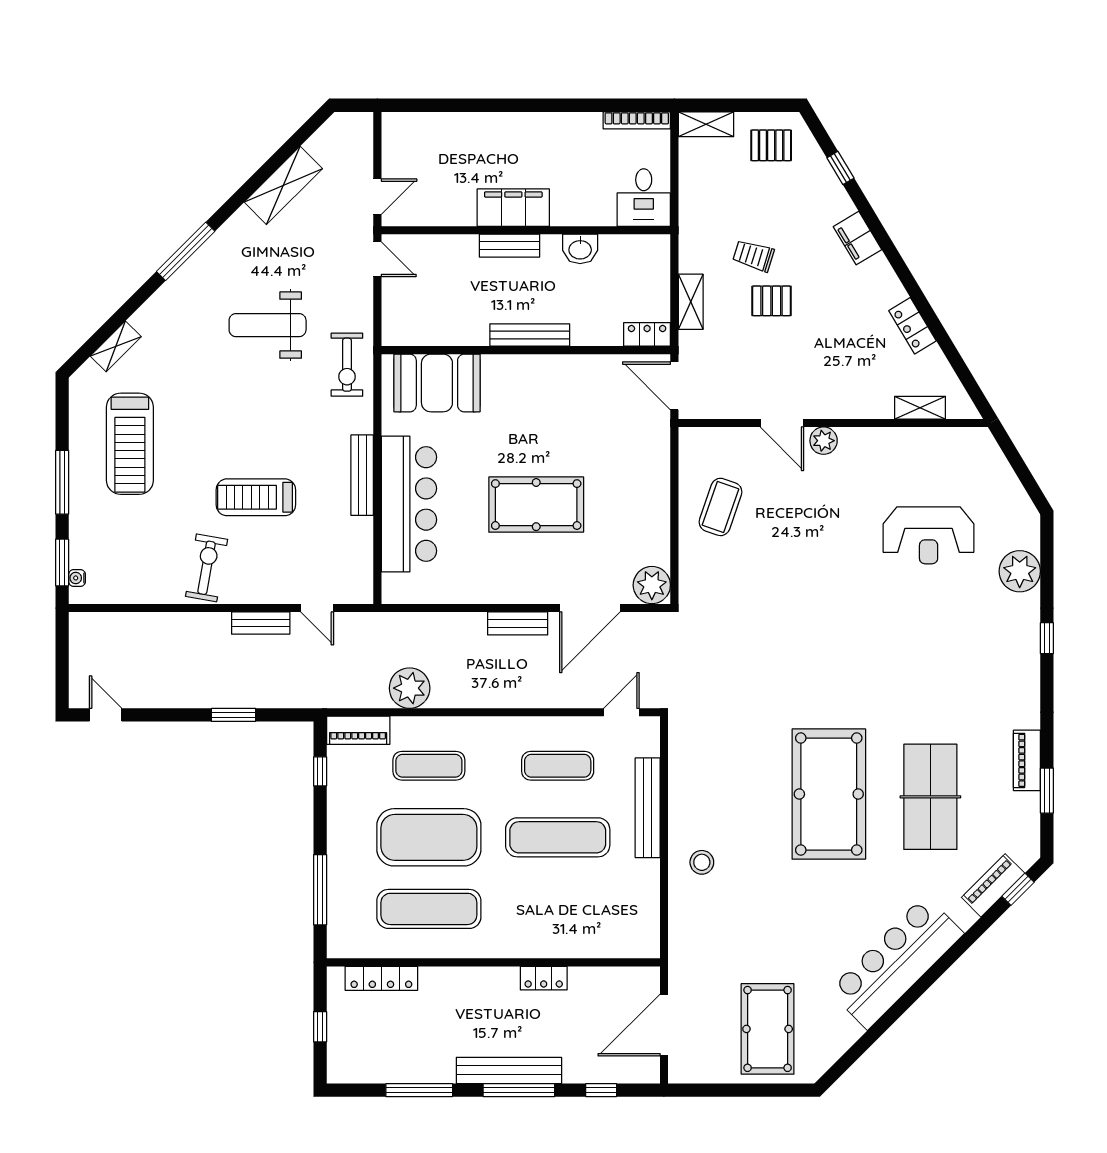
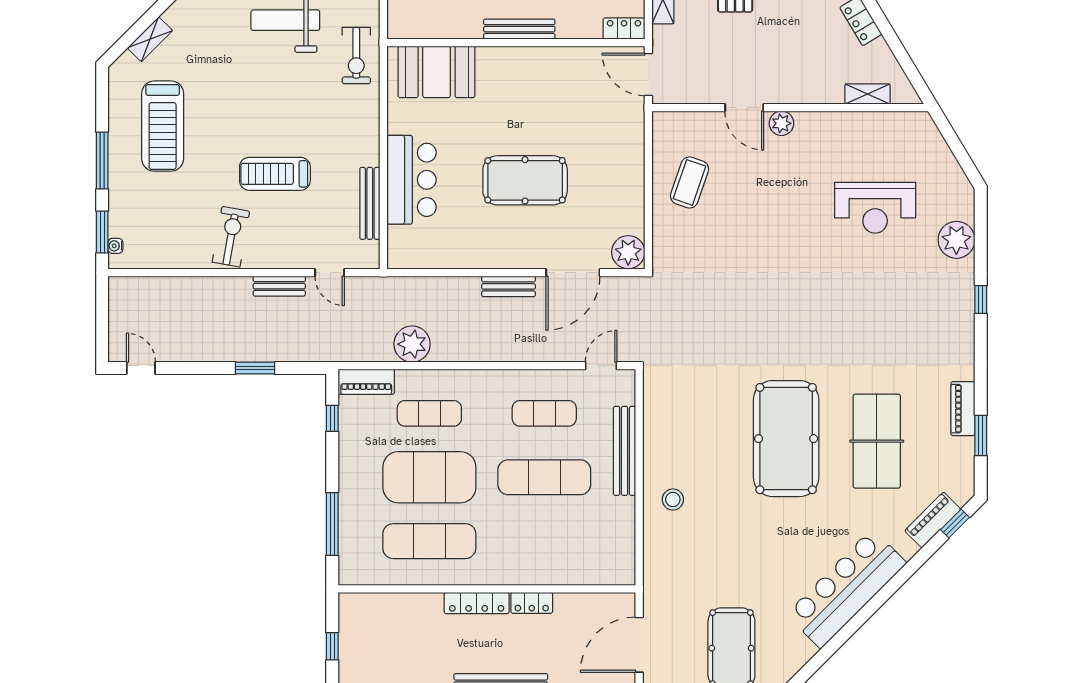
bench: (362, 475) -> (370, 203), moved
bar counter: (409, 504) -> (411, 180), width x0.73
locker: (381, 978) -> (477, 603), moved

